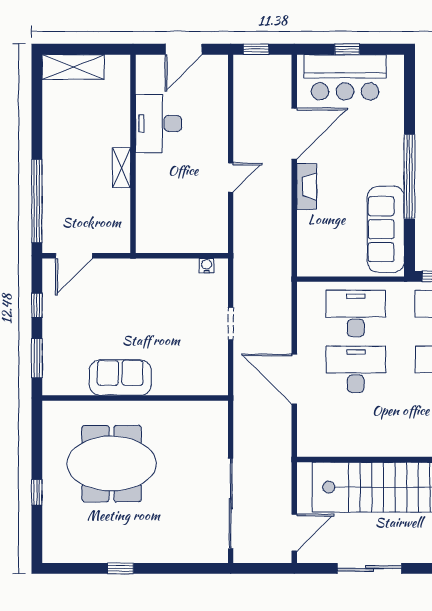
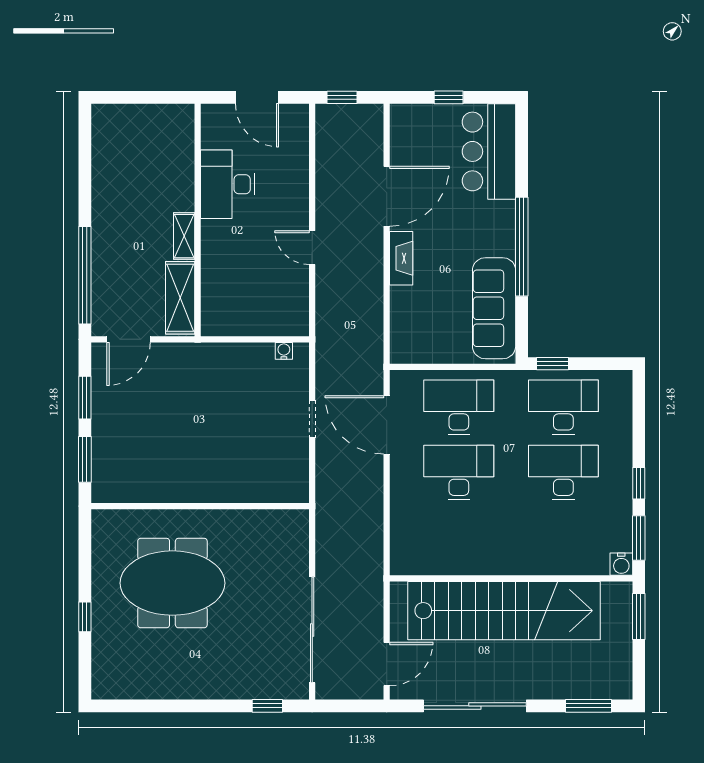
door: (184, 49) -> (257, 97), hinge flipped
shelving: (73, 67) -> (180, 298), moved, turned 90
bar counter: (345, 77) -> (489, 151), moved, turned 90
door: (231, 177) -> (312, 248), swing flipped
window: (37, 305) -> (85, 398), width x1.50
sofa: (120, 378) -> (183, 482), removed
door: (294, 379) -> (387, 425), moved
window: (120, 568) -> (267, 706), moved
sliding door: (369, 568) -> (475, 706), width x1.36

